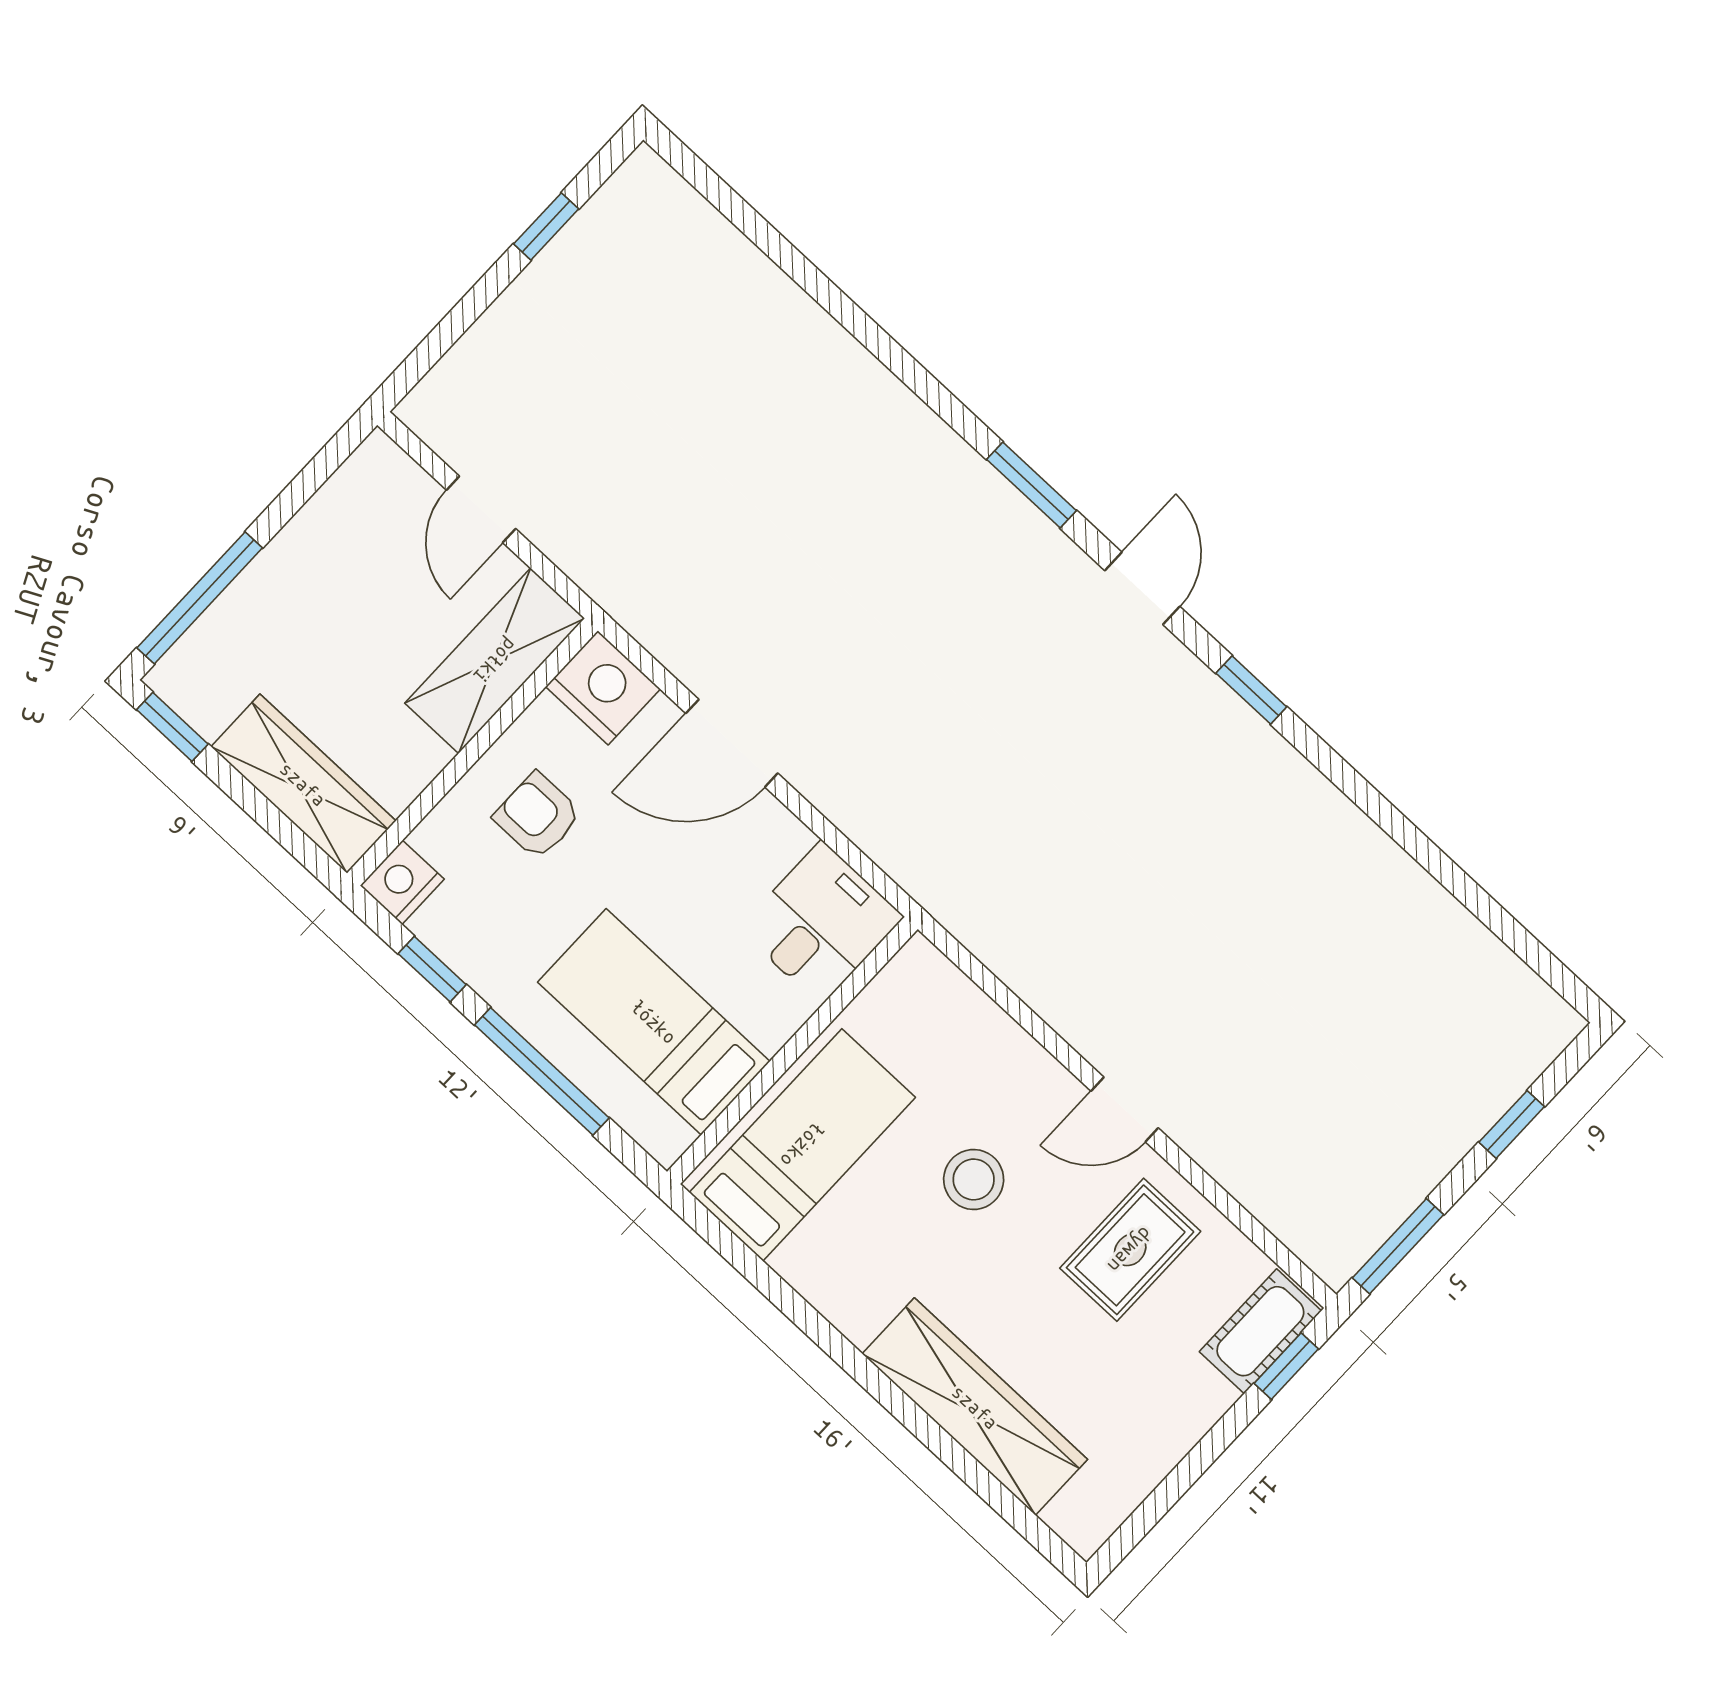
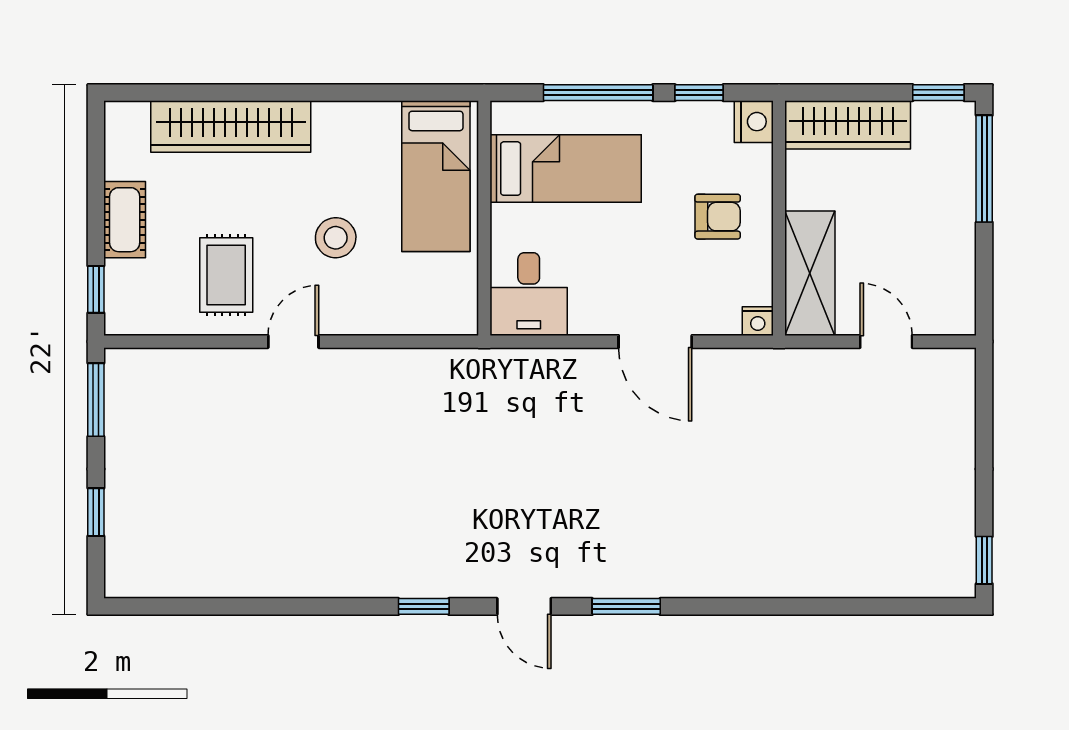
window: (546, 226) -> (984, 560), moved
nightstand: (603, 688) -> (758, 321), width x0.53, depth x0.56
door: (732, 743) -> (655, 342), swing flipped
cot: (1260, 1331) -> (125, 220), moved

